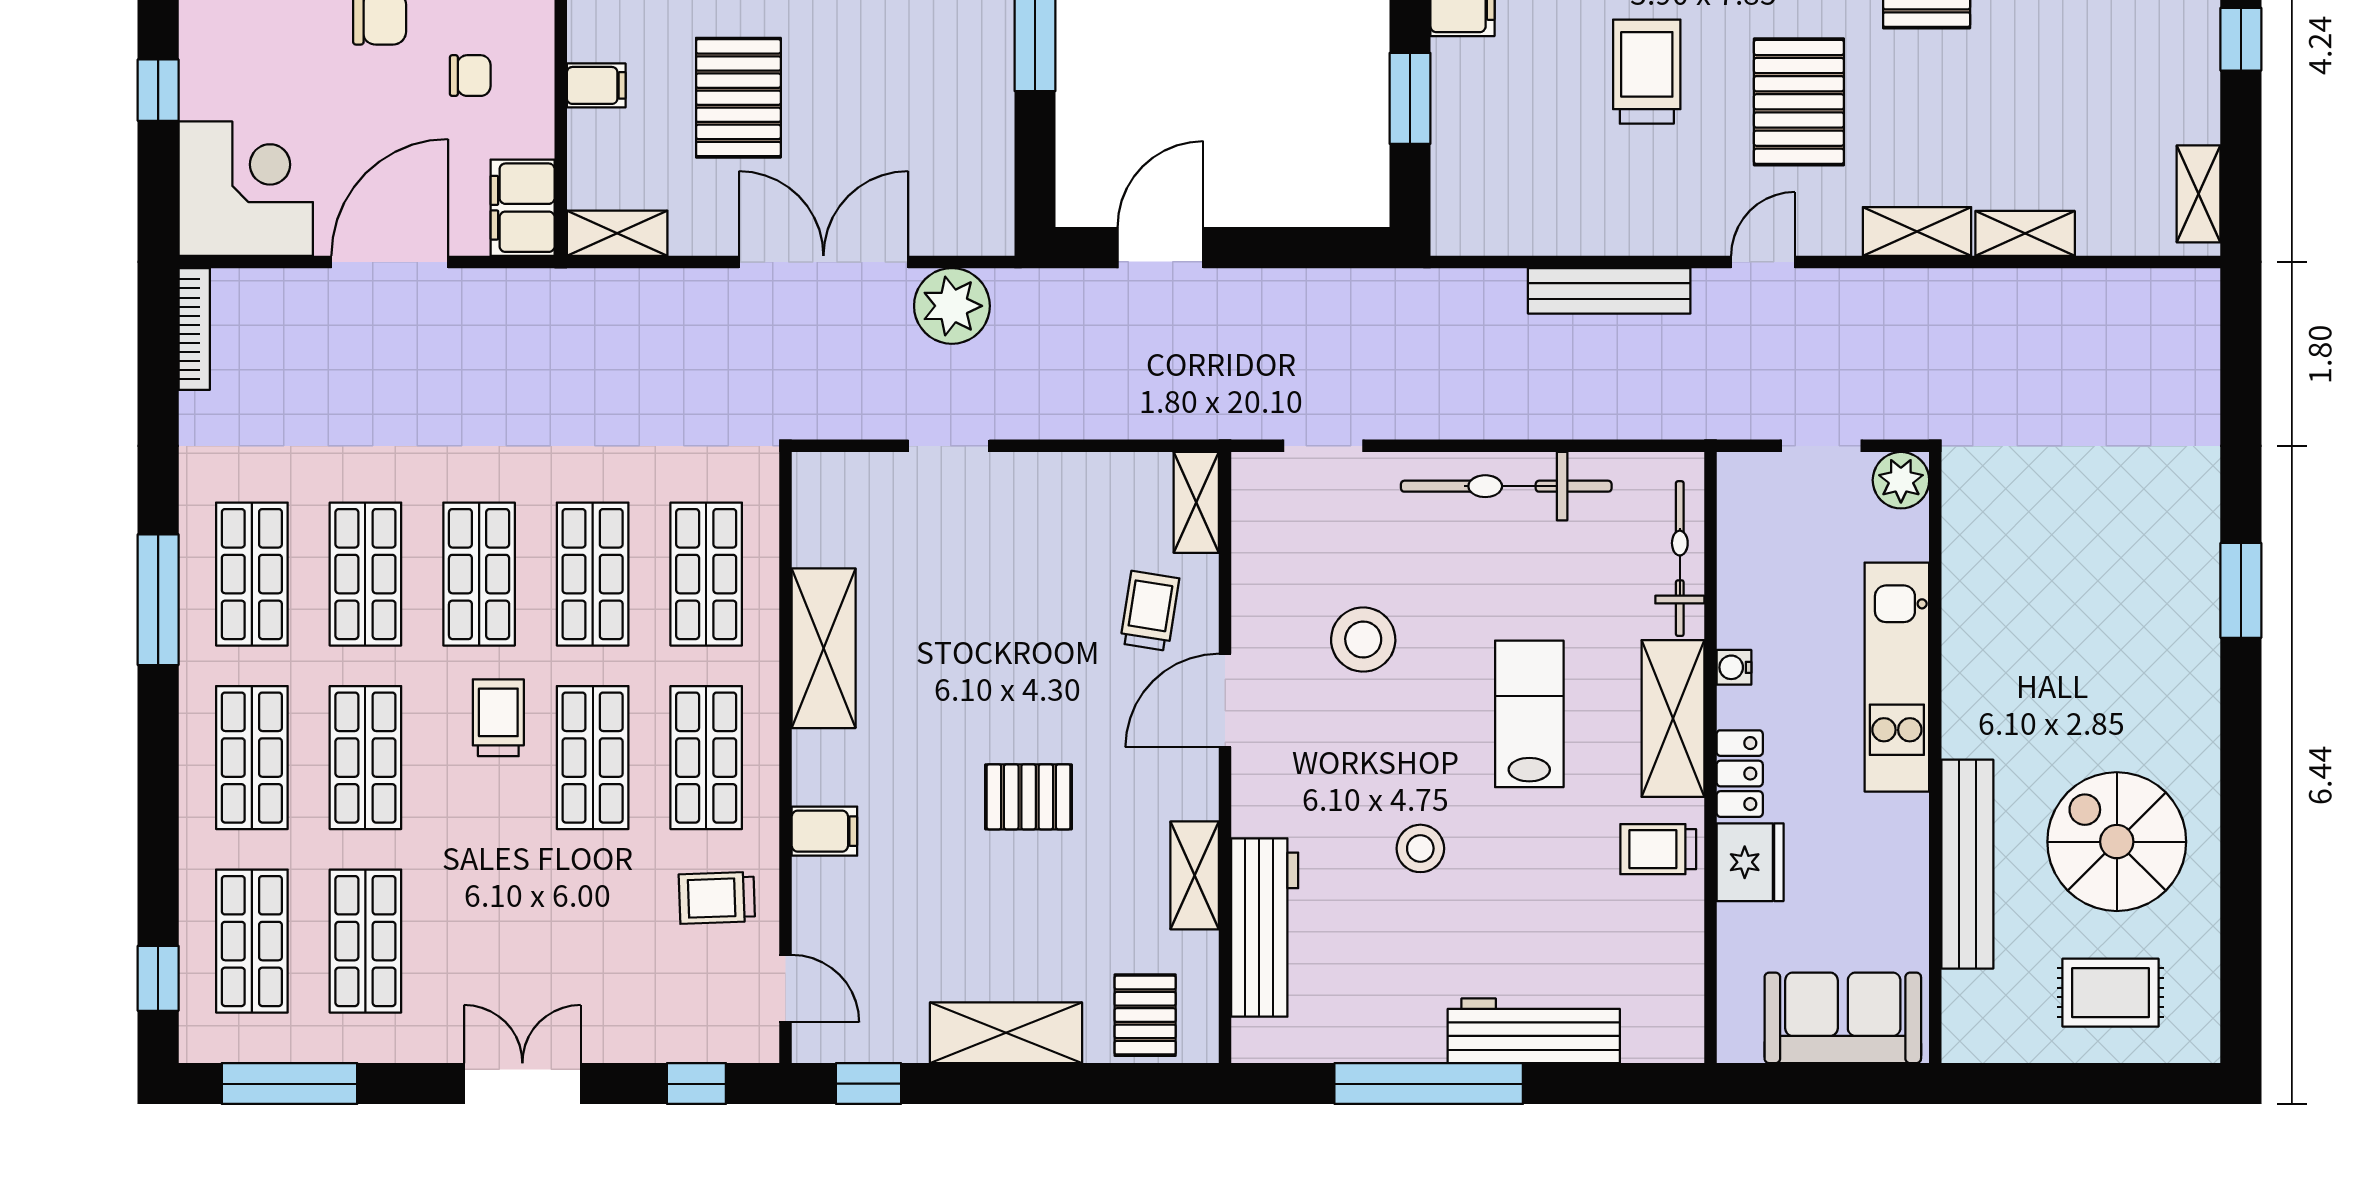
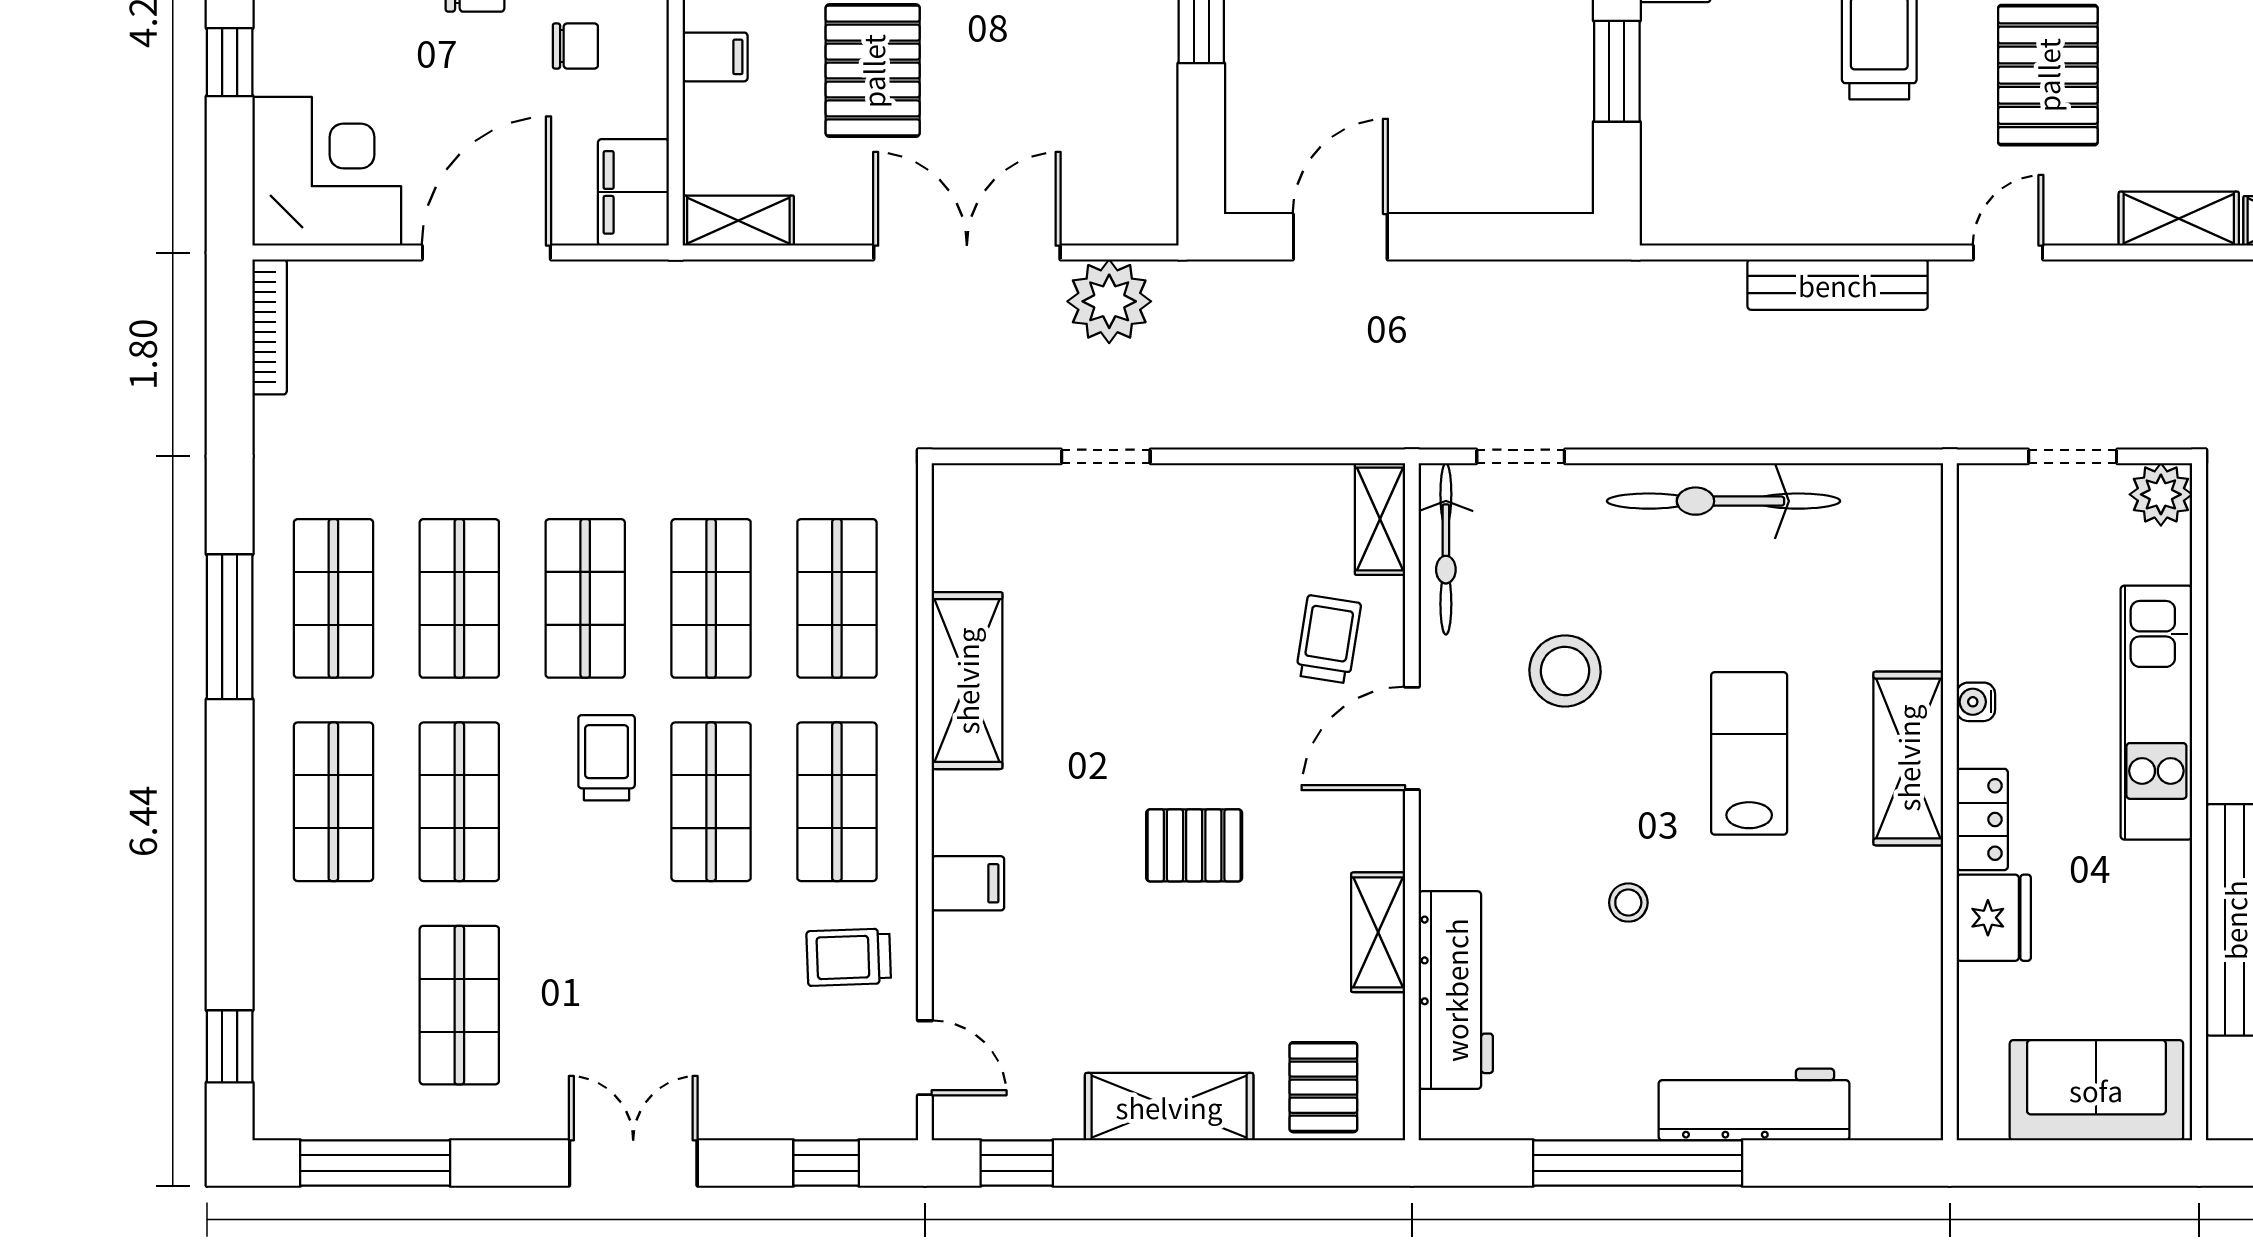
bicycle: (1680, 559) -> (1446, 549), moved, turned 180
stool: (1420, 848) -> (1628, 903), width x0.73, depth x0.73
trolley: (1658, 849) -> (1892, 903), removed
shop shelf: (252, 941) -> (333, 1005), removed

